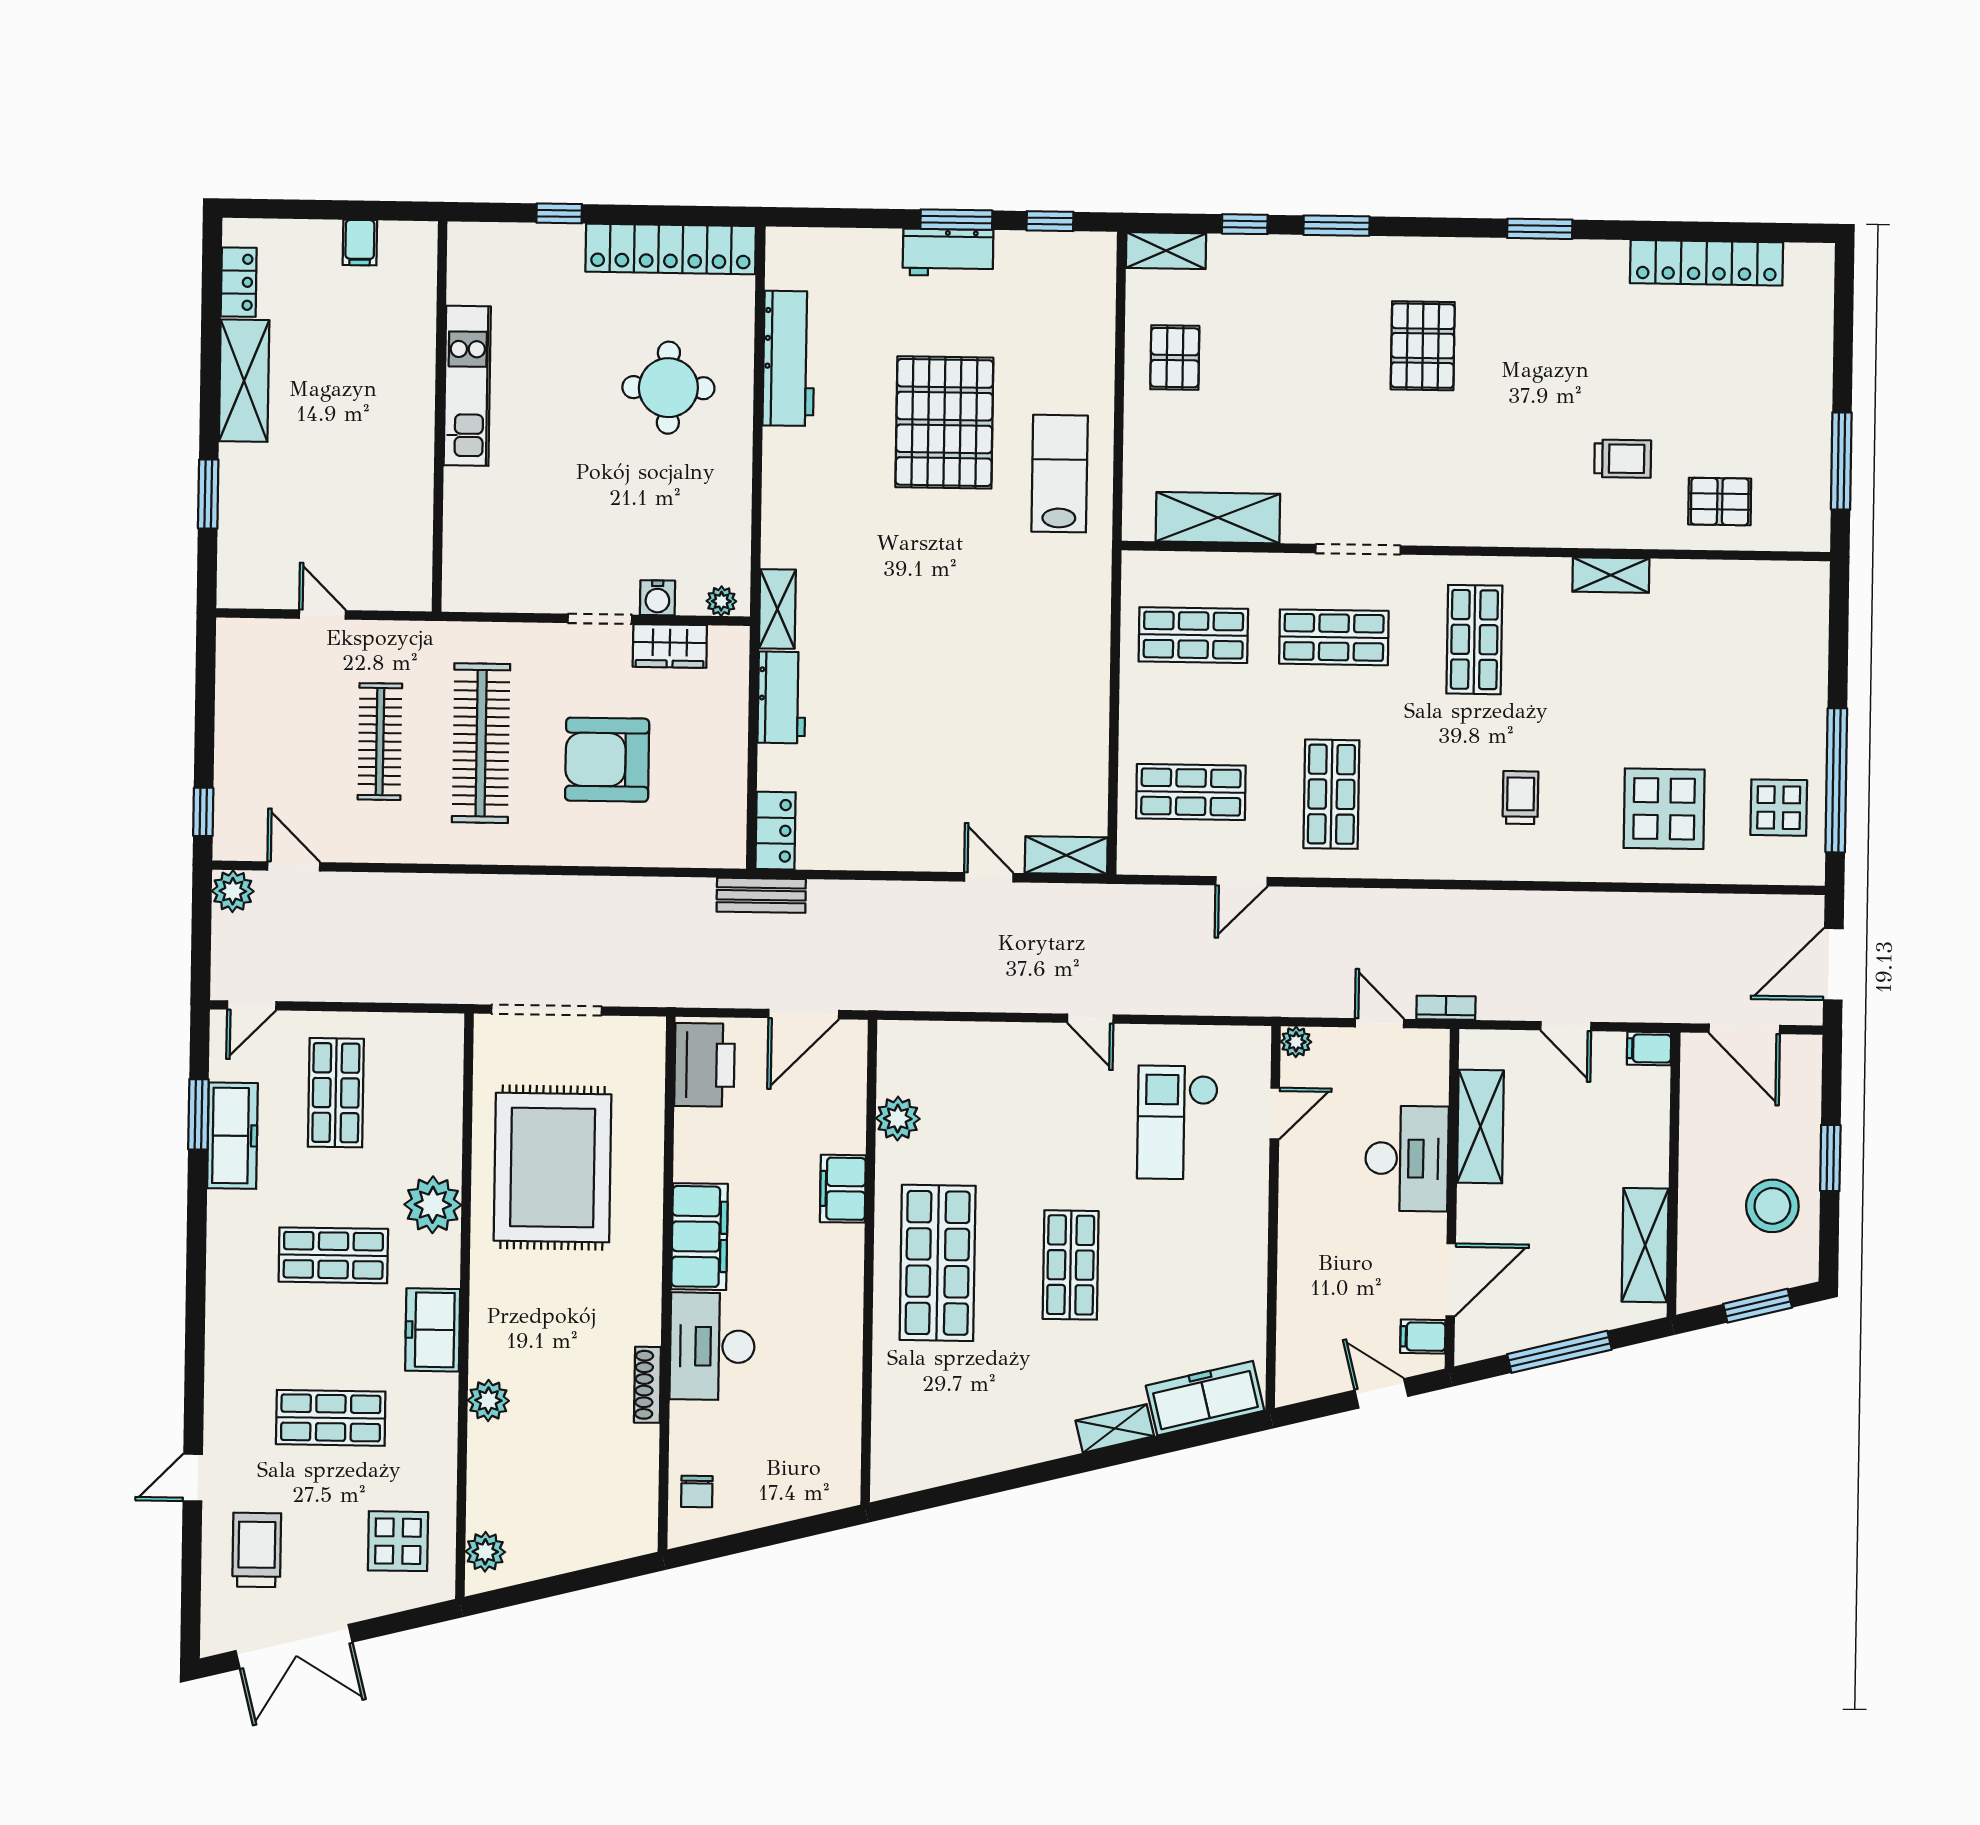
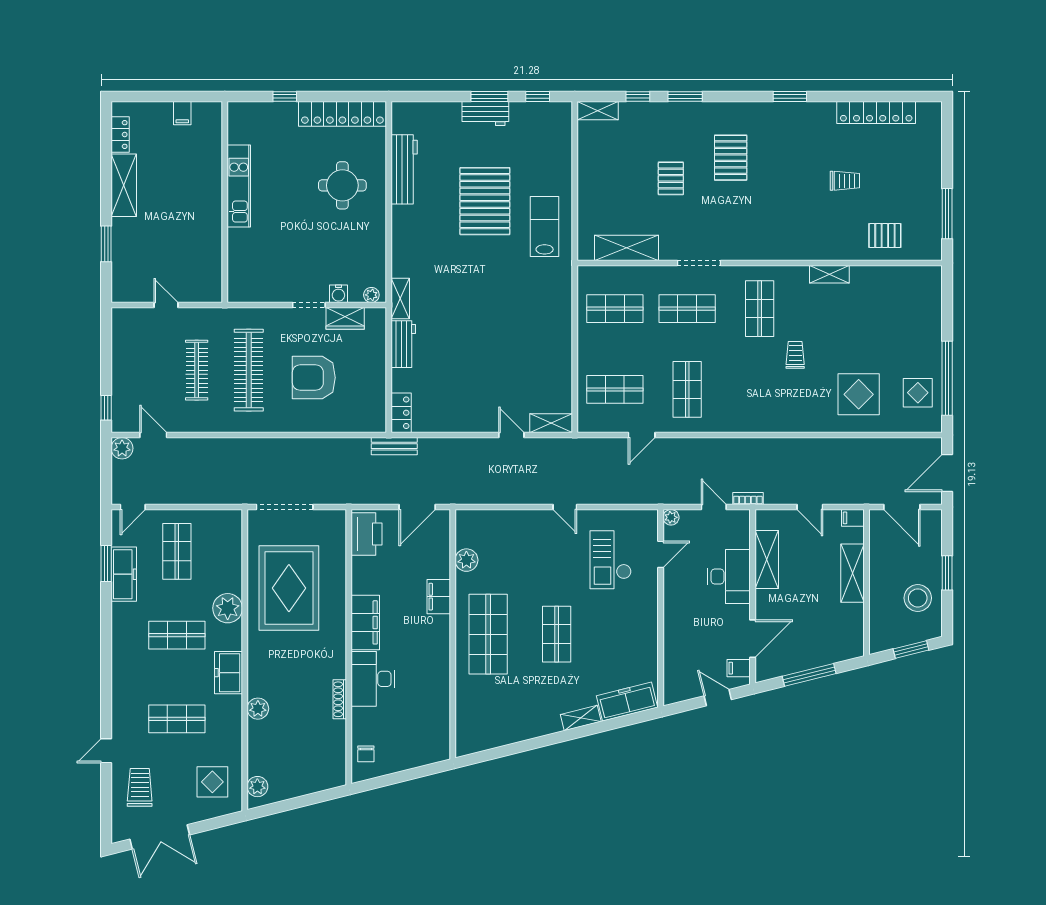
pallet: (1175, 358) -> (671, 178), moved
trolley: (1623, 459) -> (845, 181), moved
trolley: (1520, 798) -> (795, 355), moved
shelving: (1645, 1245) -> (852, 573), moved

